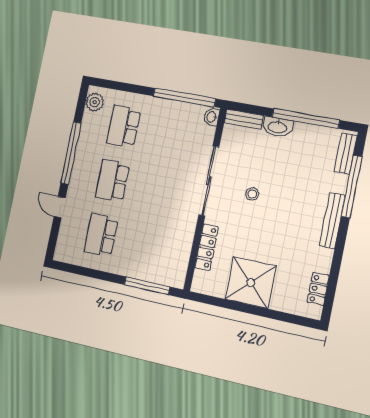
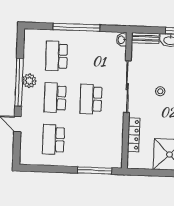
window: (184, 97) -> (77, 27), moved
plant: (95, 102) -> (29, 81), moved
school desk: (158, 190) -> (91, 99), added

